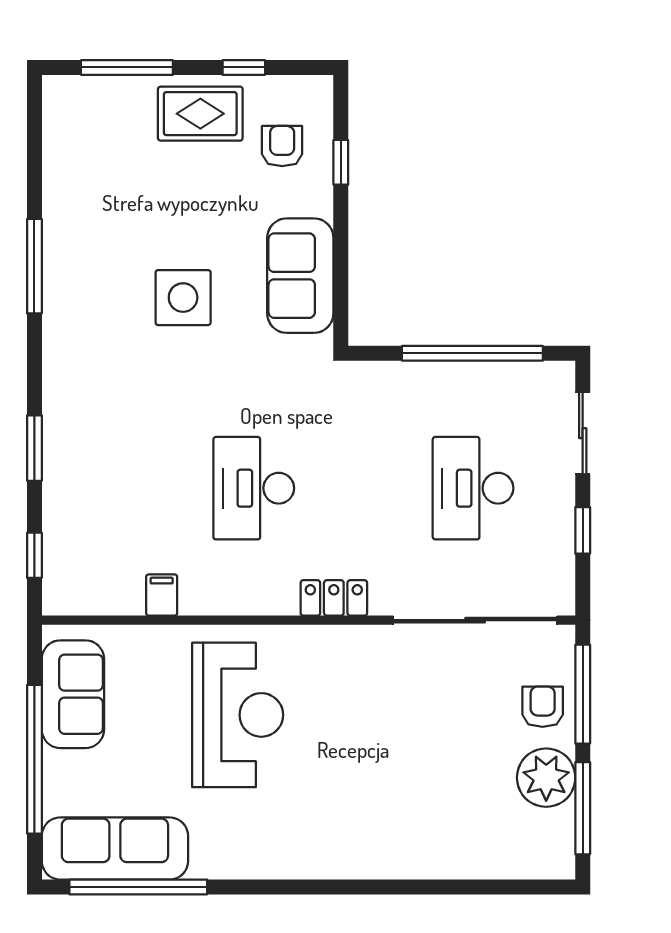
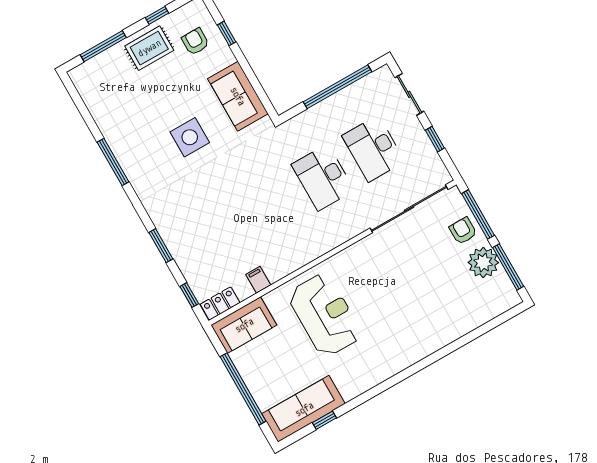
desk: (254, 488) -> (323, 177), moved
locker: (334, 598) -> (220, 303), moved
sofa: (73, 694) -> (244, 325), moved, turned 90
window: (138, 887) -> (324, 420), width x0.32

